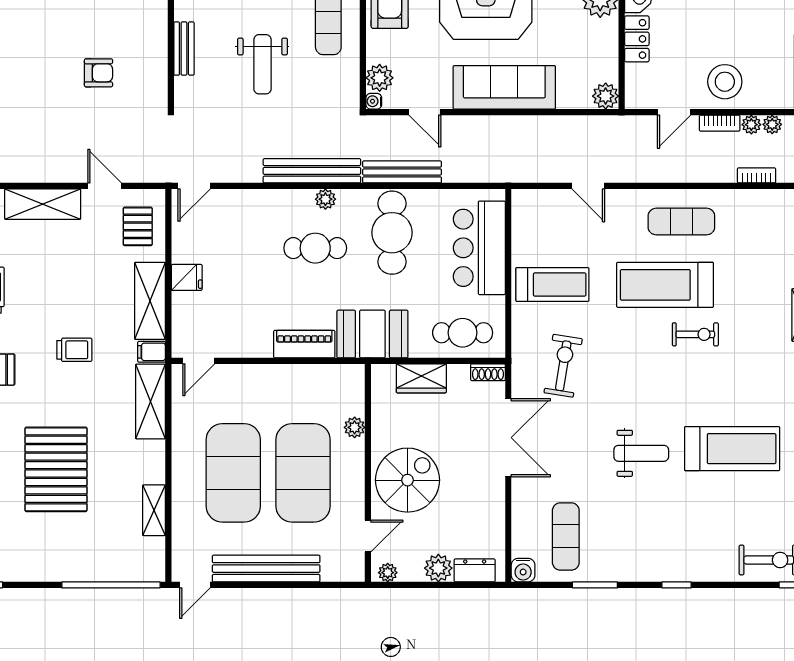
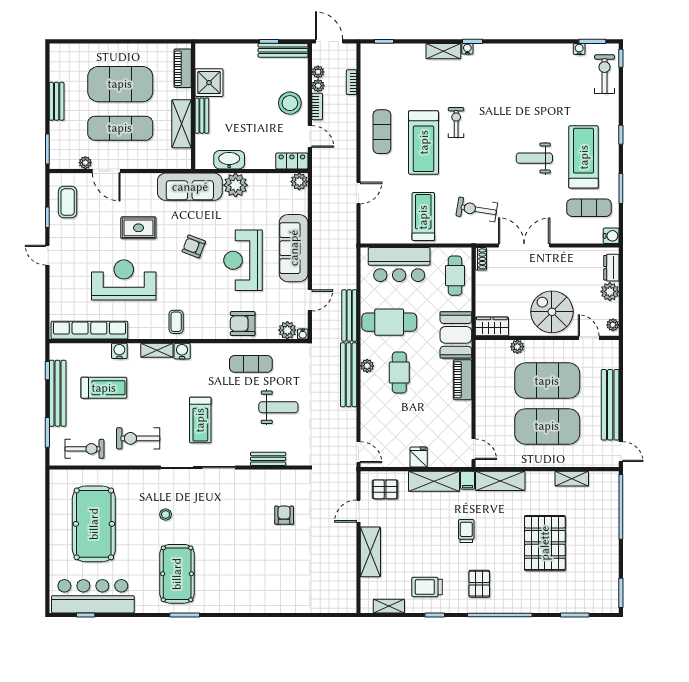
locker: (637, 39) -> (292, 161), moved
wardrobe: (421, 378) -> (492, 326), moved, turned -90
treadmill: (732, 449) -> (584, 157), moved
weight bench: (641, 453) -> (534, 158), turned -90
pallet: (56, 469) -> (545, 543), turned 90

